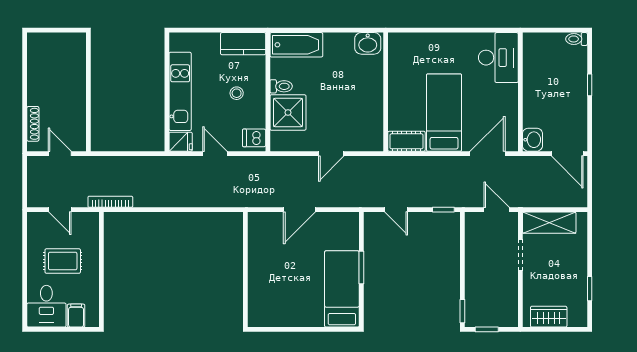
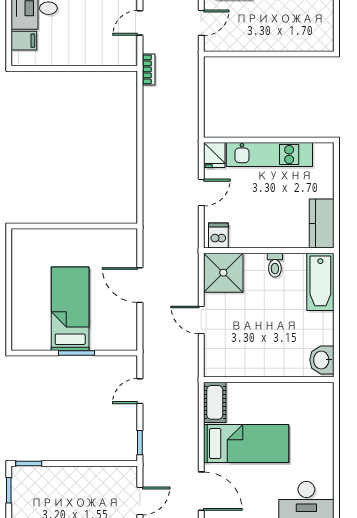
stool: (237, 93) -> (267, 216), removed
shower: (288, 113) -> (223, 273), moved
bookcase: (110, 202) -> (149, 69), width x0.64
rug: (63, 261) -> (84, 26), removed
bed: (342, 289) -> (70, 309), moved, turned -90

